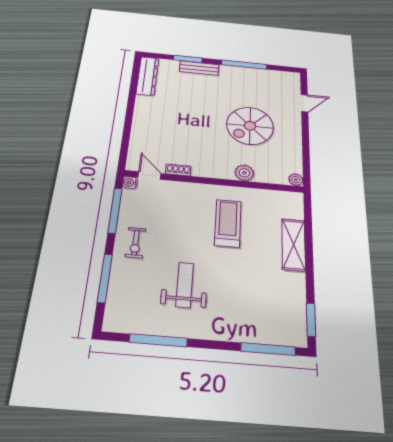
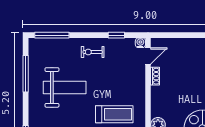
window: (115, 210) -> (116, 35), width x0.46
window: (105, 278) -> (52, 35), moved
weight bench: (185, 285) -> (65, 87), width x1.36, depth x1.33

